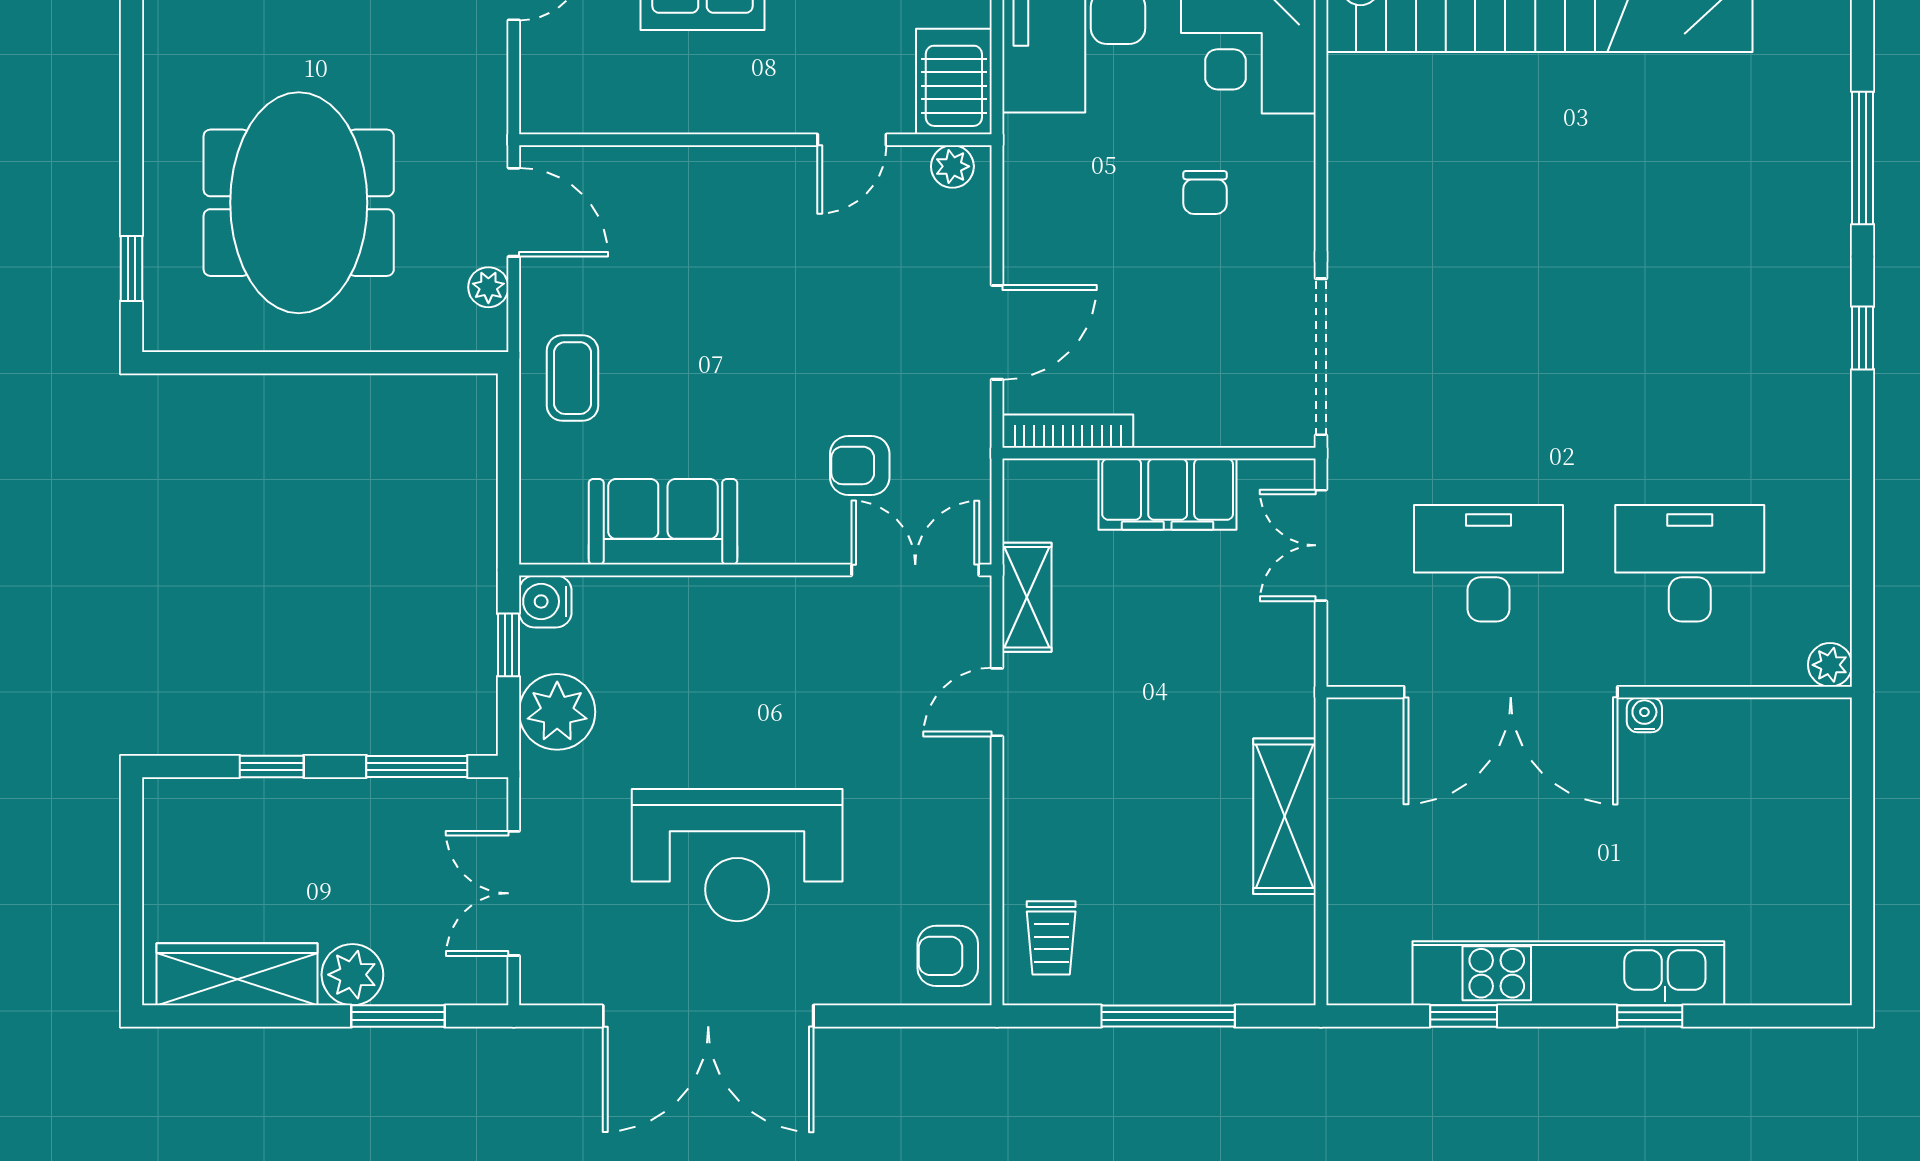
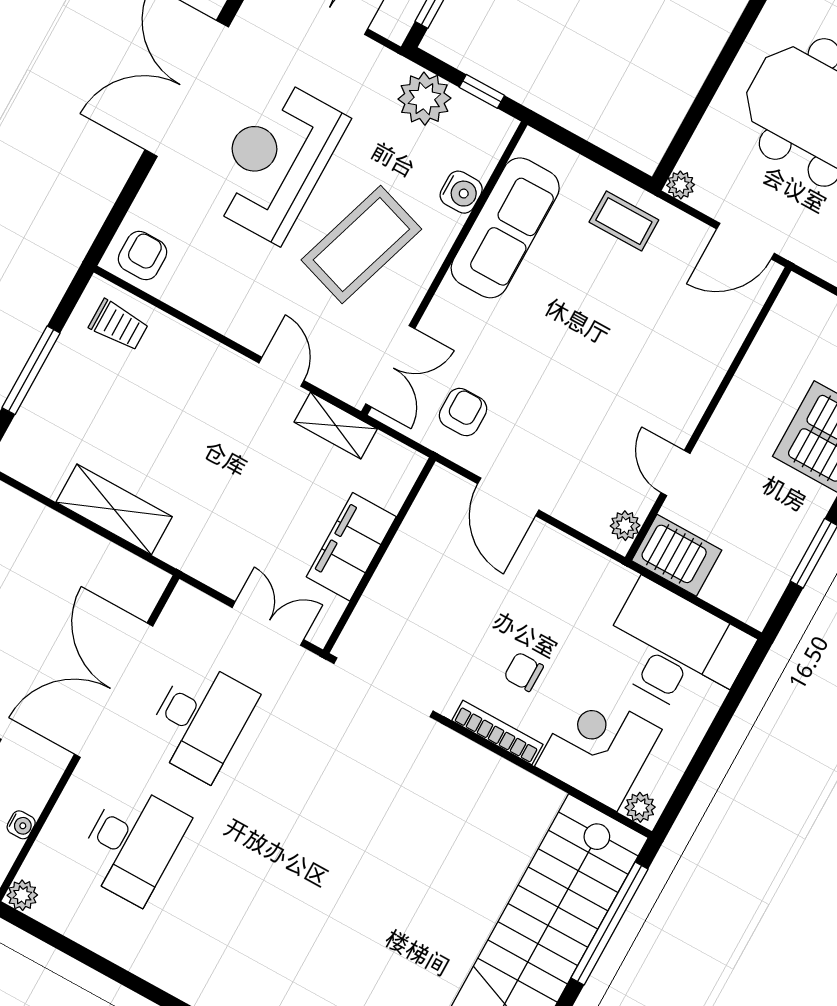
plant: (488, 287) -> (681, 185), moved
bookcase: (1068, 431) -> (497, 732), moved, turned -90
armchair: (860, 465) -> (463, 412), moved
sofa: (663, 522) -> (505, 228), width x1.36
water cooler: (545, 601) -> (461, 192), moved, turned 90
coffee table: (783, 690) -> (361, 244), added
water cooler: (1644, 715) -> (21, 825), moved
trolley: (1051, 938) -> (119, 325), turned 180

